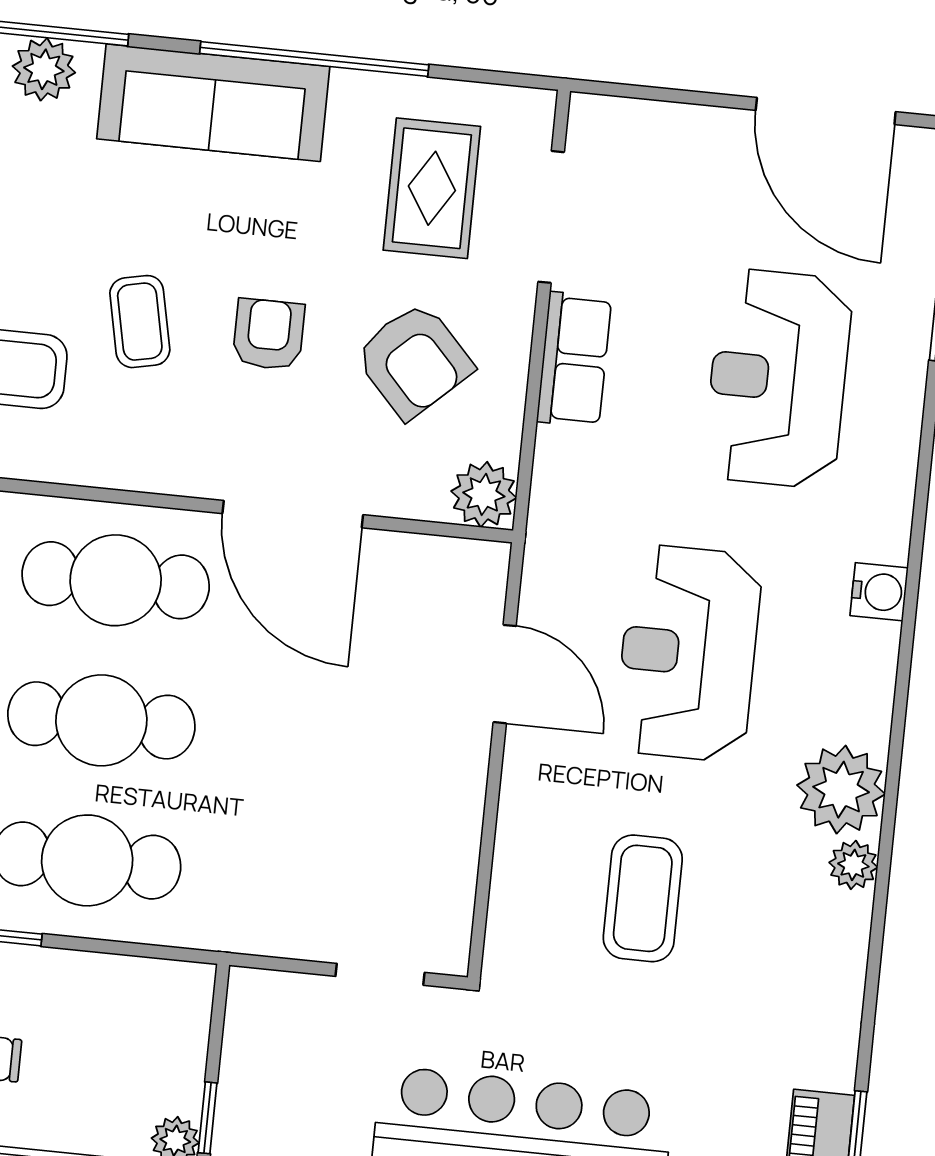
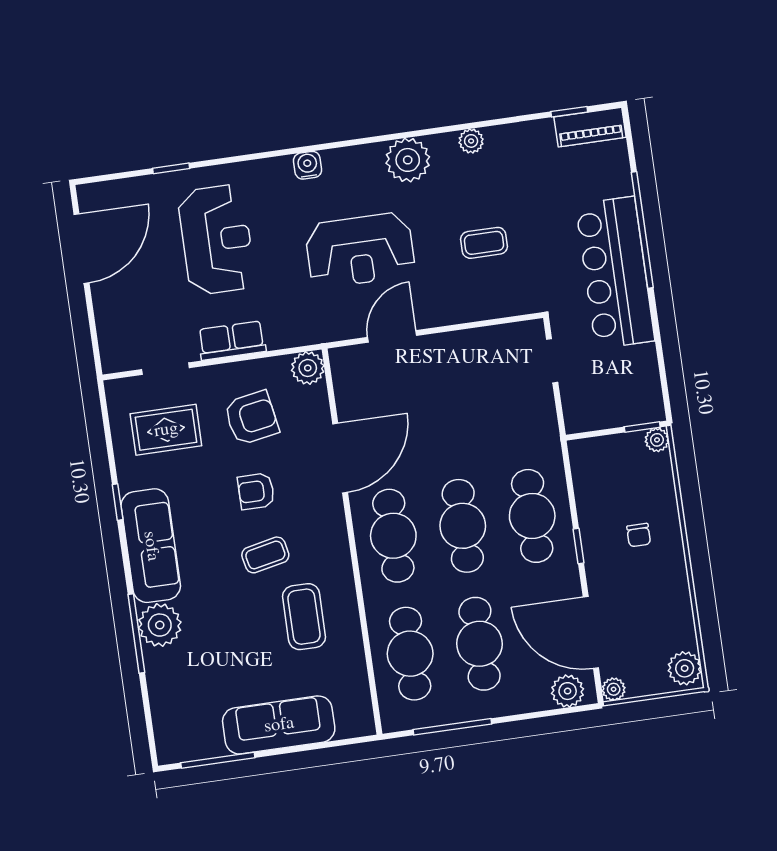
window: (314, 59) -> (118, 502), width x0.32
plant: (44, 69) -> (160, 625), width x1.36, depth x1.36
doorway: (551, 217) -> (166, 369), width x0.73
armchair: (414, 360) -> (251, 418), turned 33
reception desk: (778, 378) -> (217, 240), turned -90
plant: (853, 865) -> (471, 141), moved
coffee table: (643, 898) -> (484, 243), width x0.73, depth x0.77

